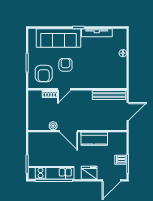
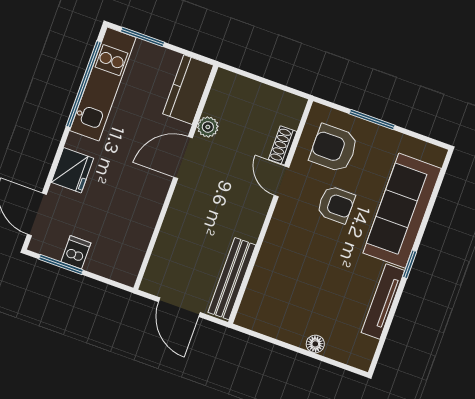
kitchen counter: (94, 139) -> (188, 90), moved

